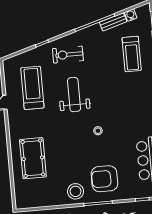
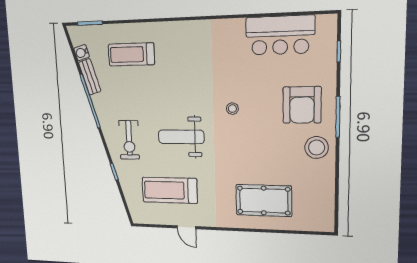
treadmill: (132, 54) -> (131, 54), turned 180

